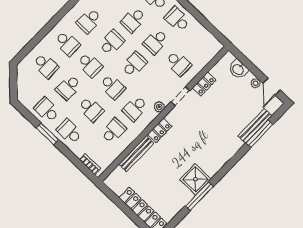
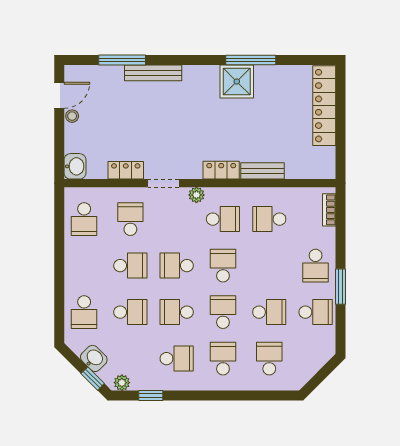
school desk: (177, 19) -> (84, 219), moved
washbasin: (238, 69) -> (75, 166), moved
school desk: (91, 109) -> (269, 266), removed
school desk: (47, 110) -> (316, 312), turned -90
bench: (255, 126) -> (153, 73), moved
bench: (136, 154) -> (262, 171), width x0.73

